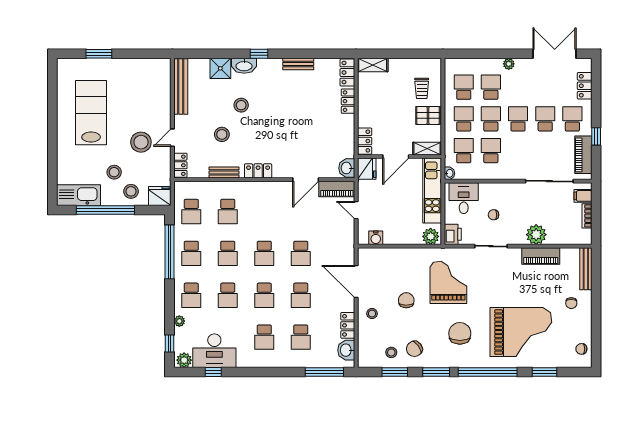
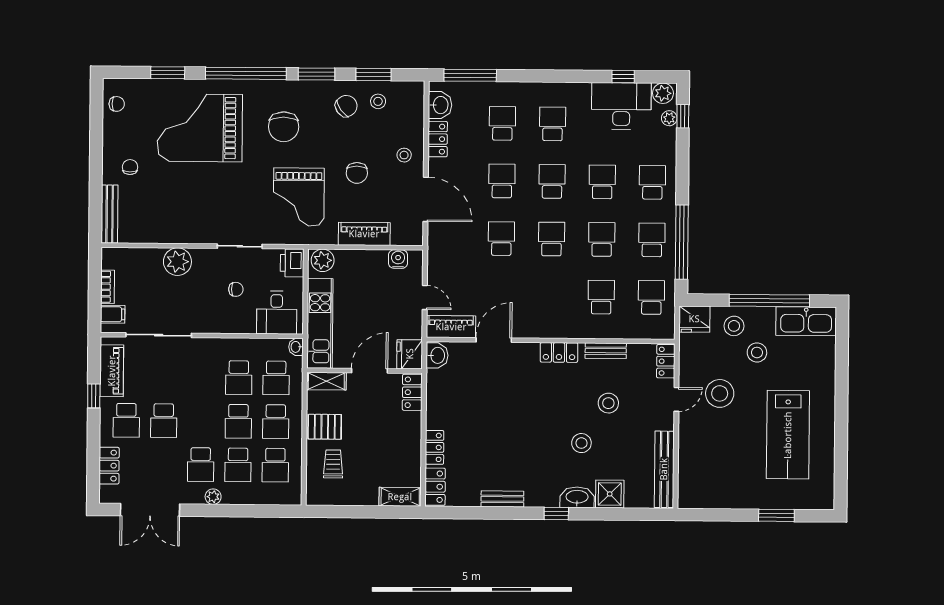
school desk: (518, 119) -> (201, 465), moved
piano: (541, 256) -> (364, 234), moved
plant: (179, 321) -> (669, 118), moved

